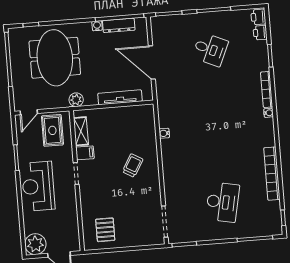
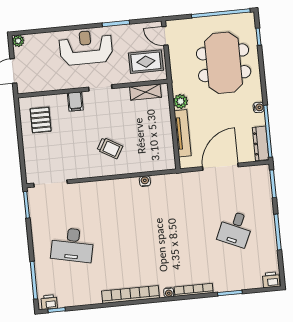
dresser: (119, 25) -> (261, 143), moved
printer: (260, 33) -> (49, 302), moved
meeting table: (55, 58) -> (224, 63), turned 90
plant: (76, 100) -> (181, 101), moved
filing cabinet: (85, 153) -> (75, 101), moved
bookcase: (272, 174) -> (130, 295), moved
pallet: (105, 230) -> (41, 120), turned 90
plant: (35, 244) -> (18, 41), width x0.53, depth x0.53

